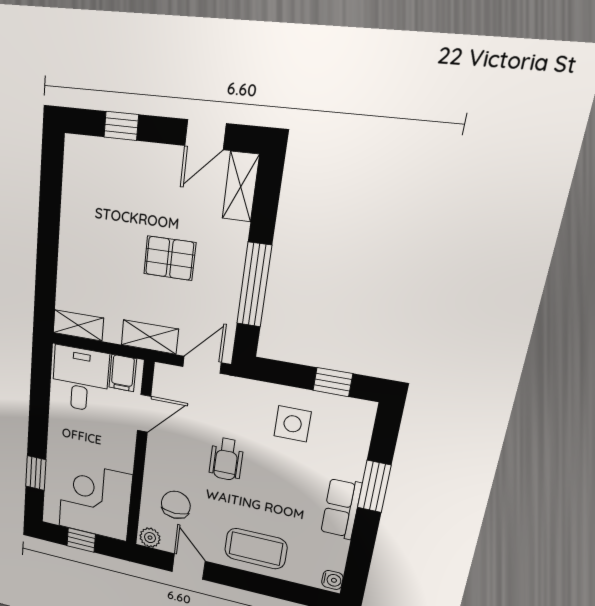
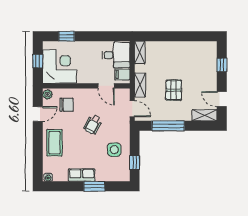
wheelchair: (226, 459) -> (93, 124), turned -62

